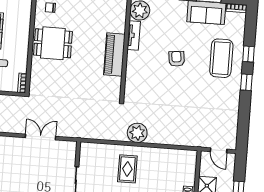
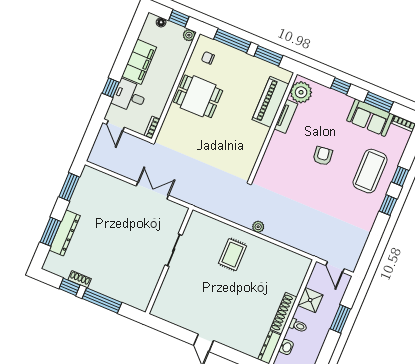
piano: (114, 55) -> (270, 102), moved
plant: (137, 133) -> (258, 227), width x0.53, depth x0.53

